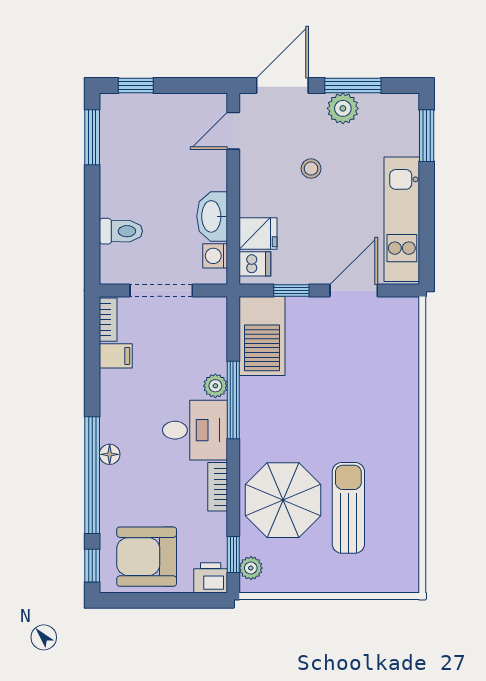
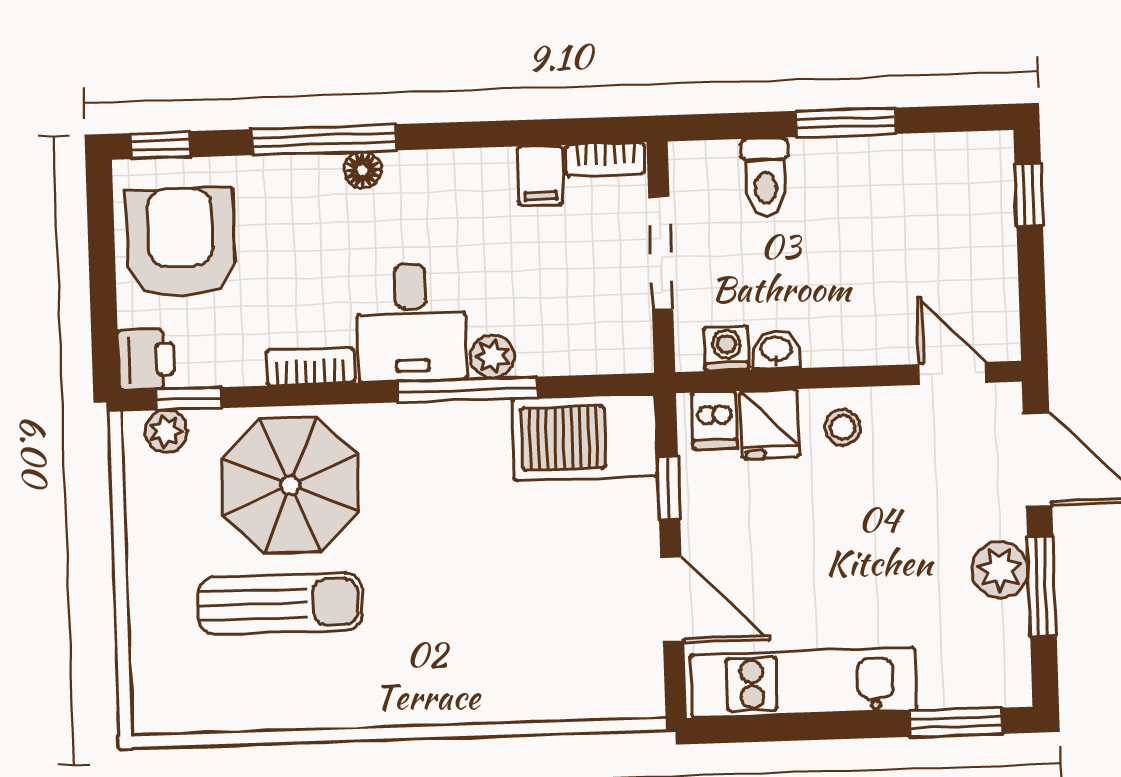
window: (92, 137) -> (845, 122), moved
stool: (311, 169) -> (843, 427), moved
washbasin: (212, 216) -> (776, 350), width x0.52, depth x0.69
window: (92, 475) -> (324, 140), width x0.68

